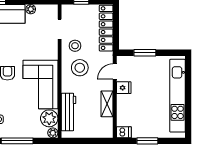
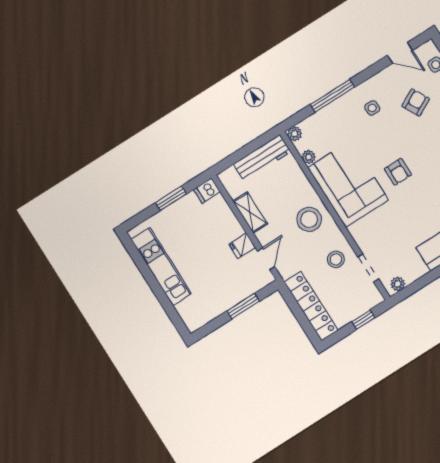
plant: (31, 9) -> (398, 284), moved
stool: (80, 68) -> (309, 219), moved
kitchen unit: (178, 96) -> (161, 266), width x0.73
workbench: (69, 112) -> (262, 158), moved, turned -90
plant: (49, 118) -> (309, 157), width x0.53, depth x0.53

